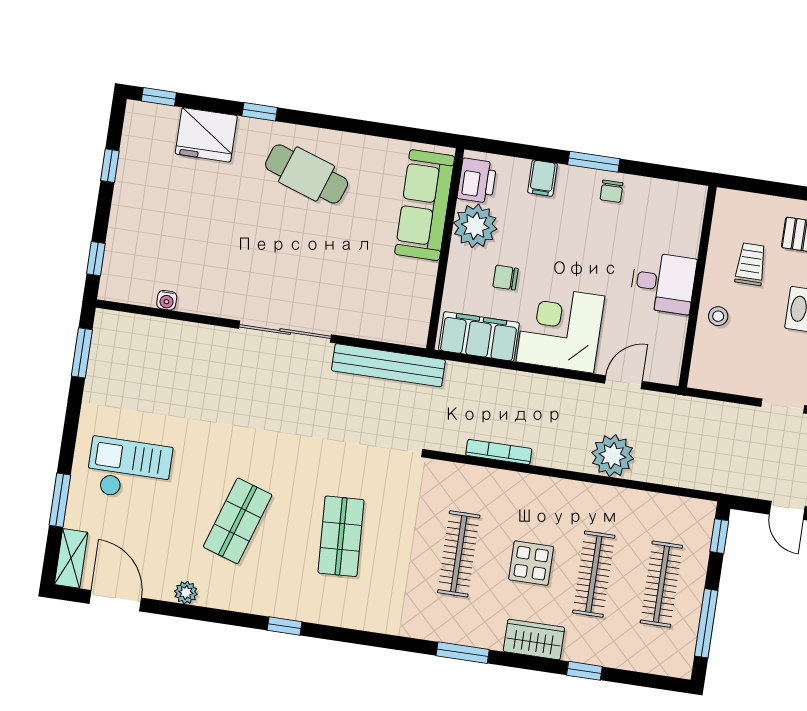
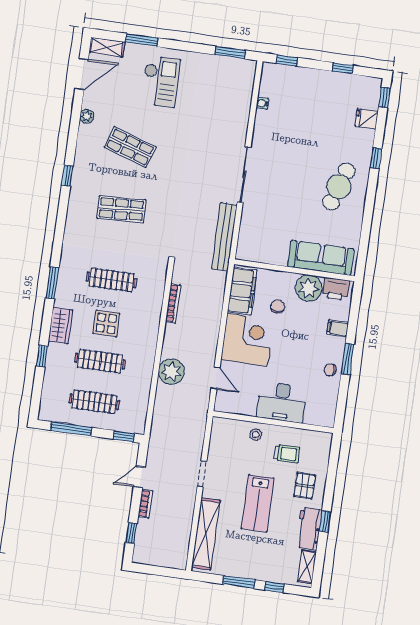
fridge: (206, 135) -> (367, 119), width x0.53, depth x0.75
desk: (663, 283) -> (282, 402), width x1.37

